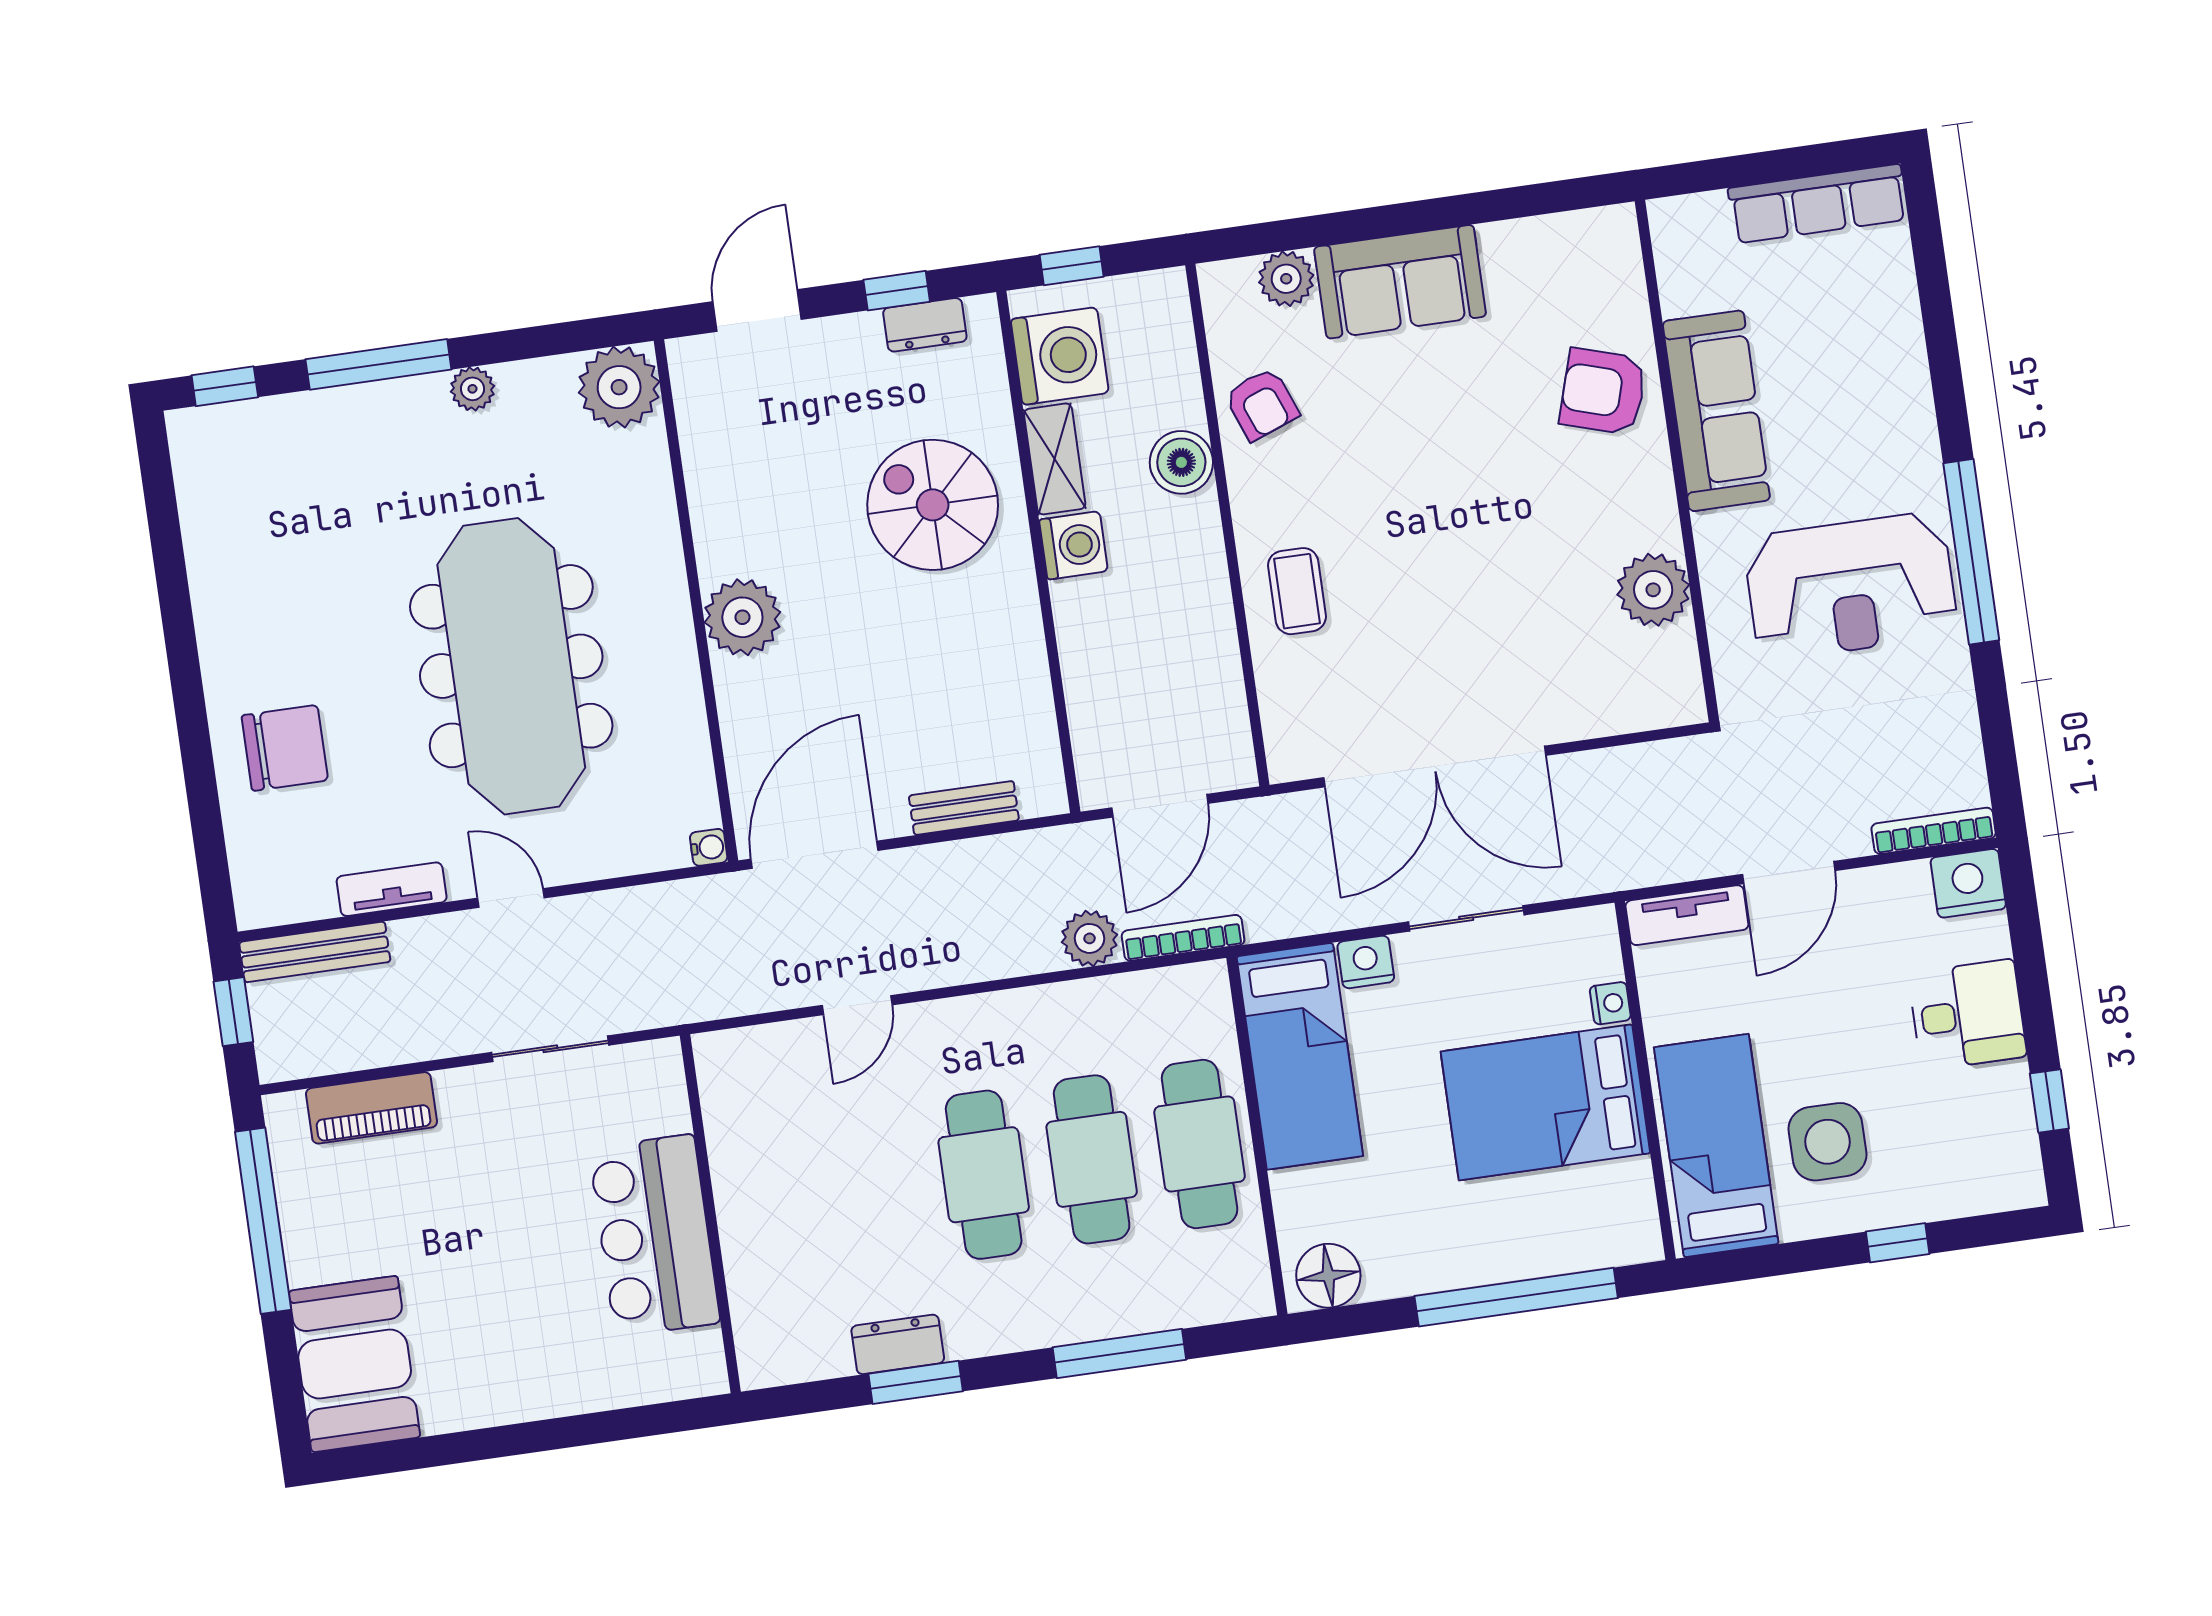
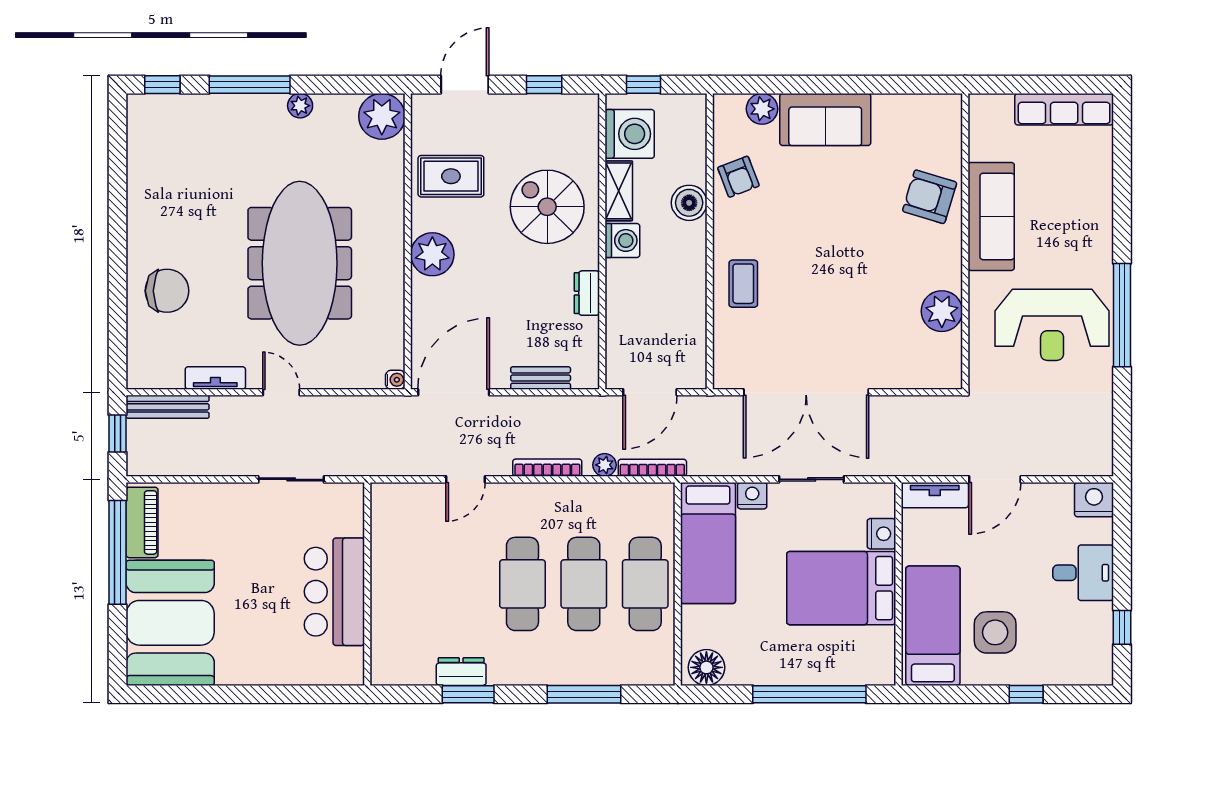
dresser: (925, 325) -> (587, 293), moved, turned 90
rug: (756, 475) -> (451, 176), added
bookcase: (1934, 831) -> (547, 468), moved
plant: (1089, 938) -> (605, 465), width x0.73, depth x0.73
nightstand: (1610, 1003) -> (881, 534), width x1.39, depth x1.35
piano: (371, 1108) -> (142, 522), moved, turned -90
booth: (355, 1364) -> (170, 623), width x1.36, depth x1.42

